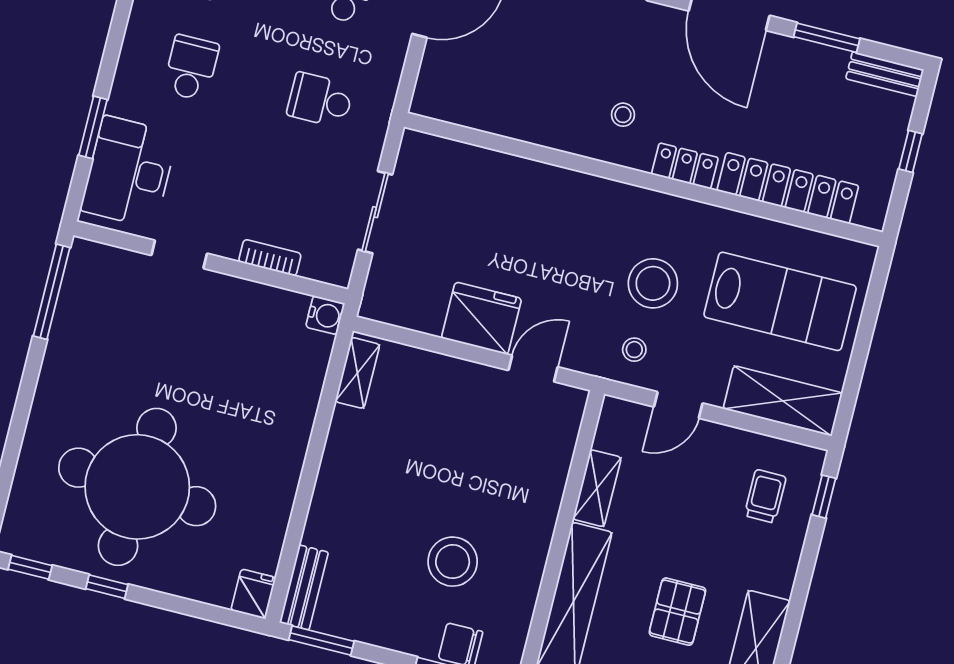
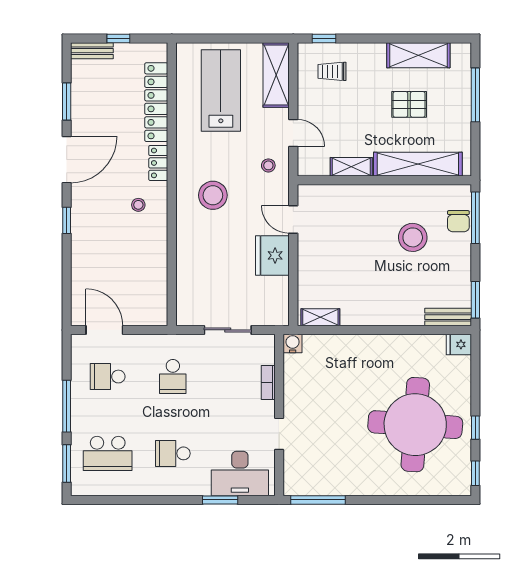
bench: (885, 74) -> (92, 51), moved, turned 90
stool: (653, 283) -> (213, 195), moved

